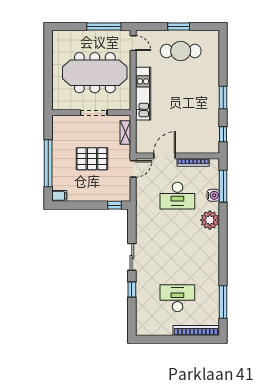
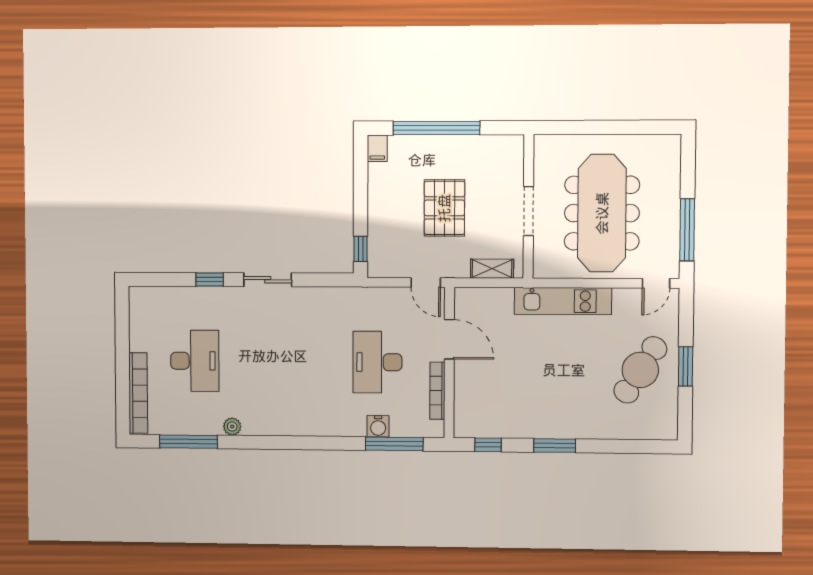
cafe table: (181, 51) -> (640, 370), turned 32
plant: (210, 220) -> (232, 427), moved, width x0.53, depth x0.53

